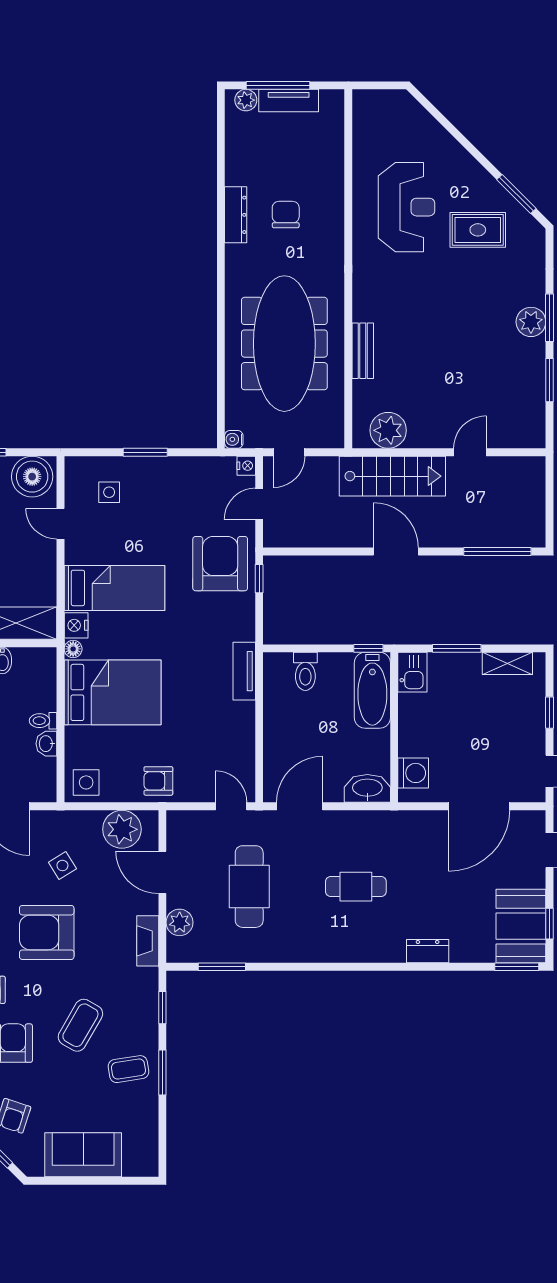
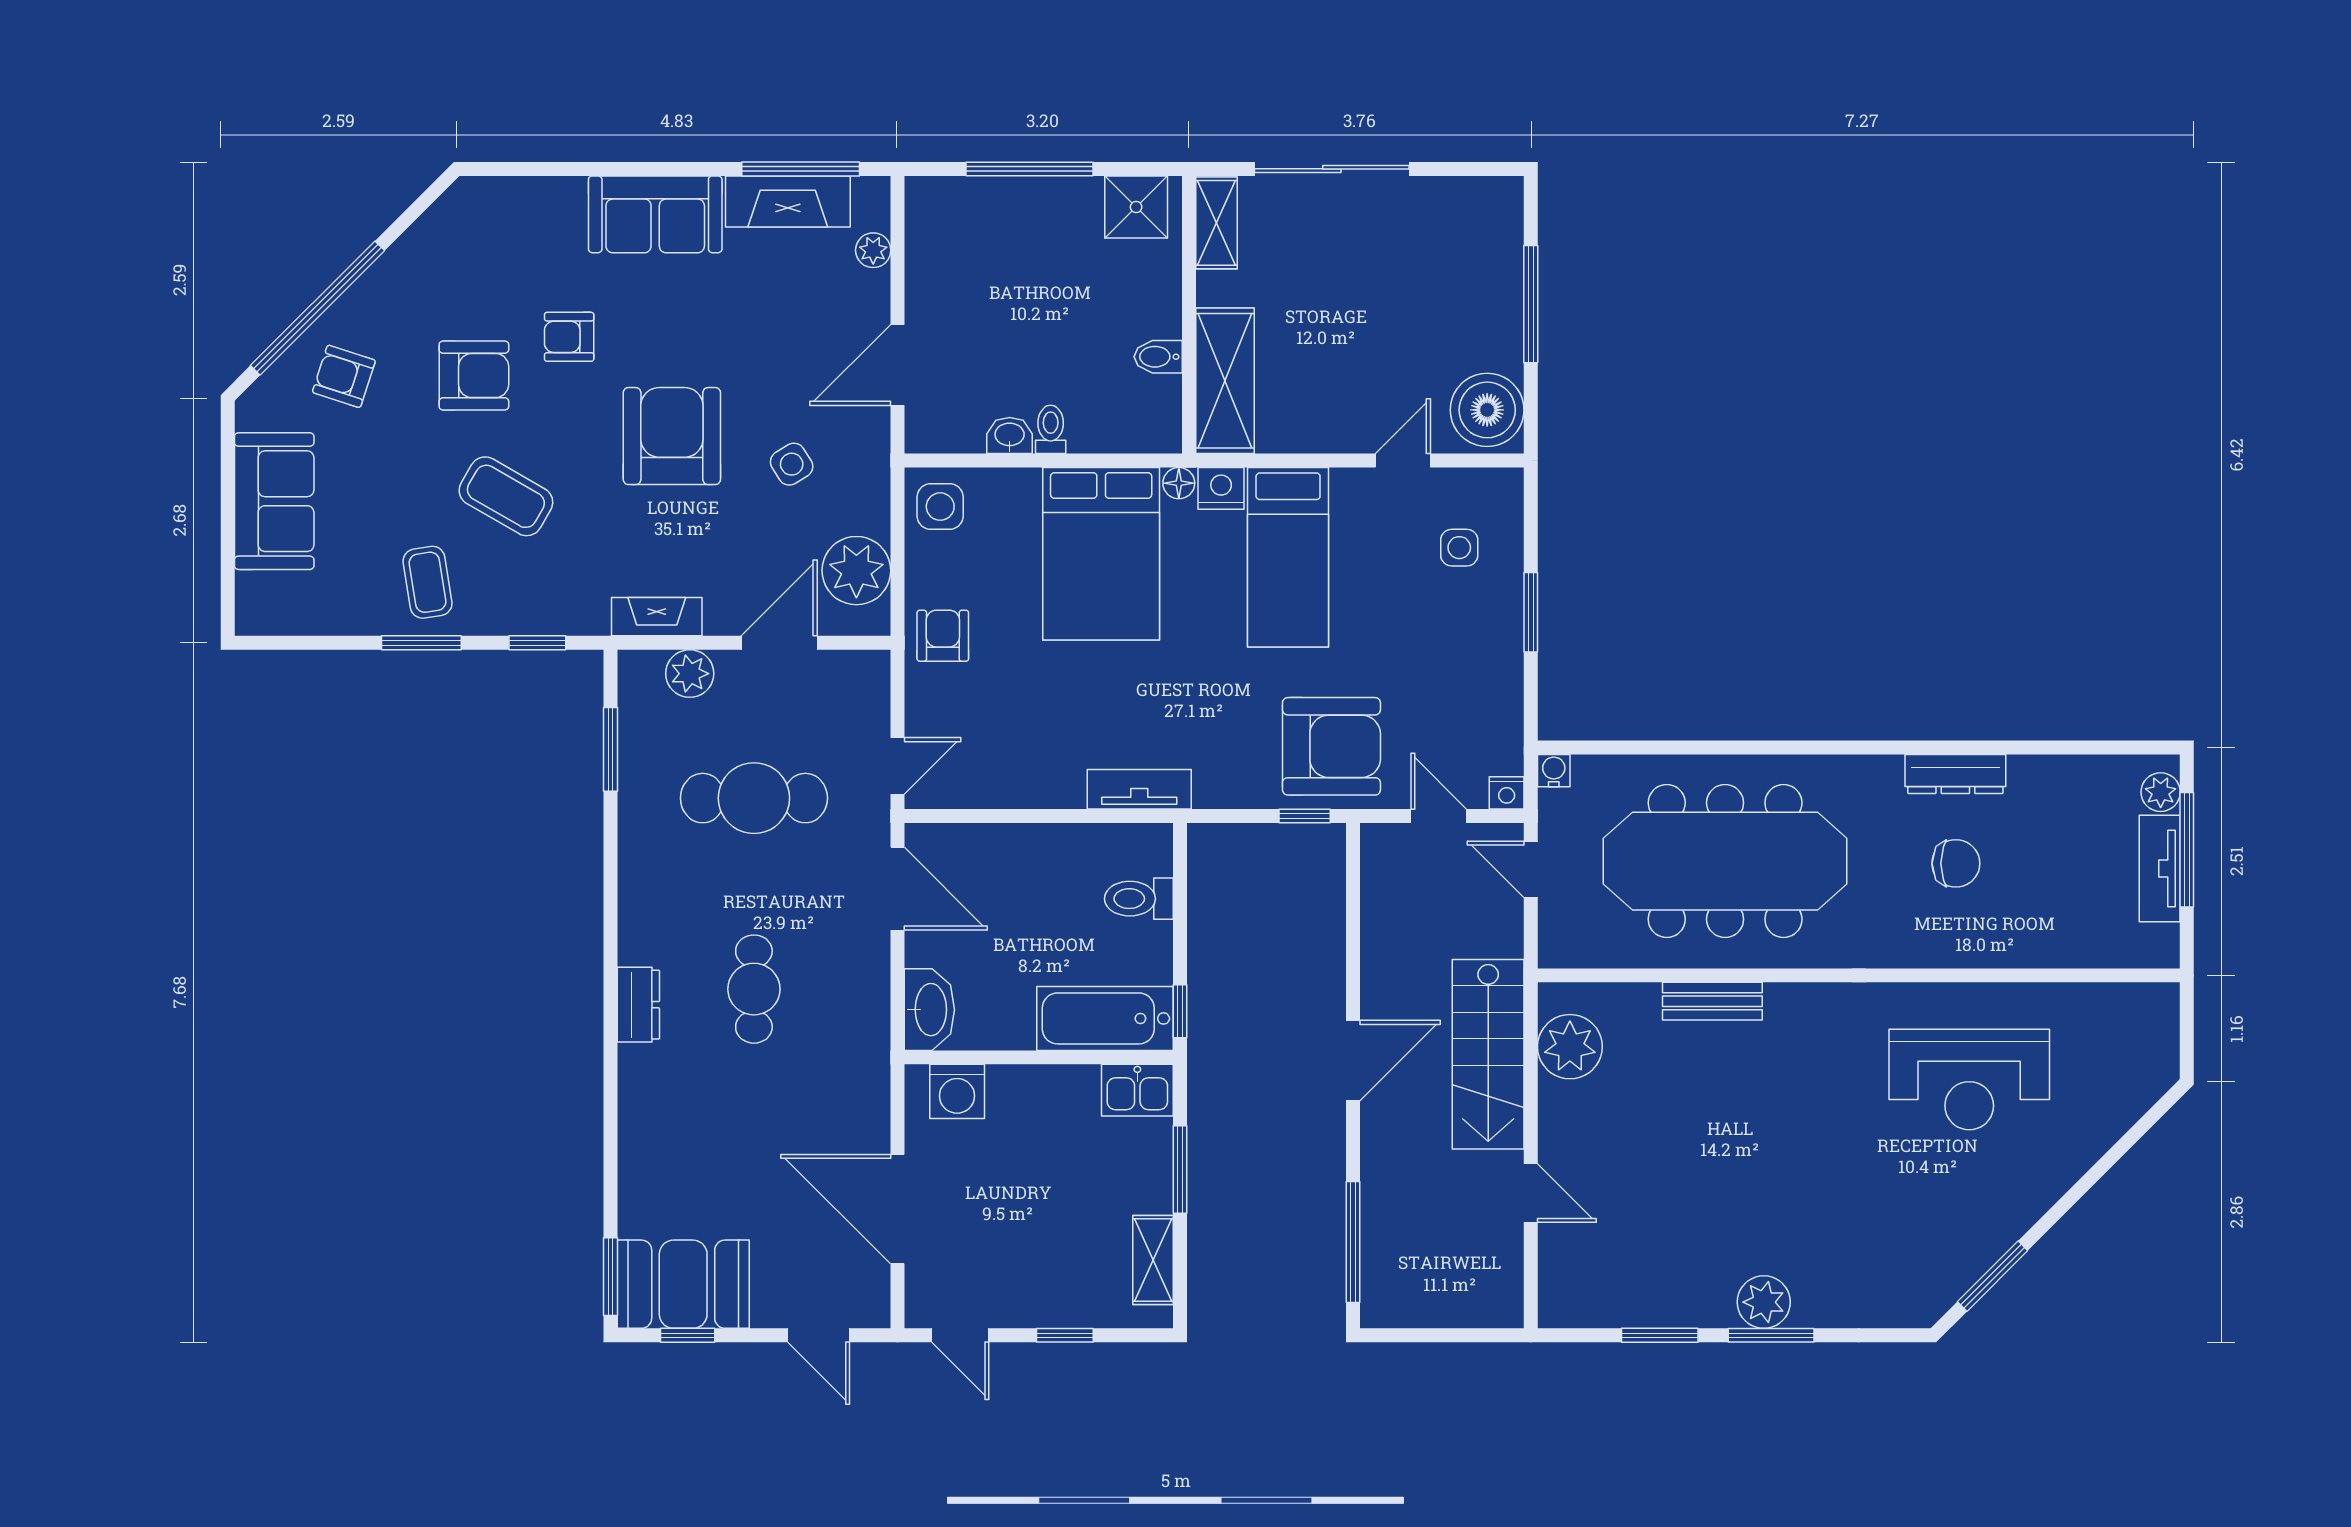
rug: (478, 230) -> (1928, 1207), removed
dresser: (428, 951) -> (638, 1005), moved

